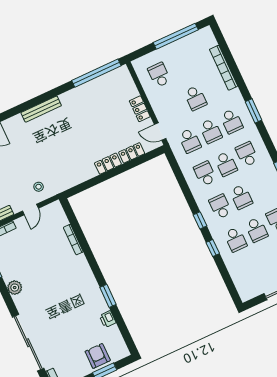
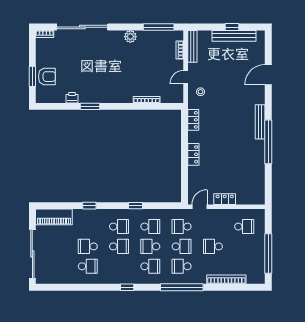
window: (96, 73) -> (268, 142), moved
window: (254, 111) -> (182, 287), width x2.11
school desk: (211, 131) -> (182, 246), turned 180
locker: (132, 153) -> (193, 120), moved
school desk: (241, 197) -> (119, 246), turned 180
door: (30, 210) -> (186, 77), hinge flipped
window: (200, 220) -> (136, 206), moved
school desk: (236, 240) -> (88, 227), removed
piano: (242, 280) -> (54, 217), added

